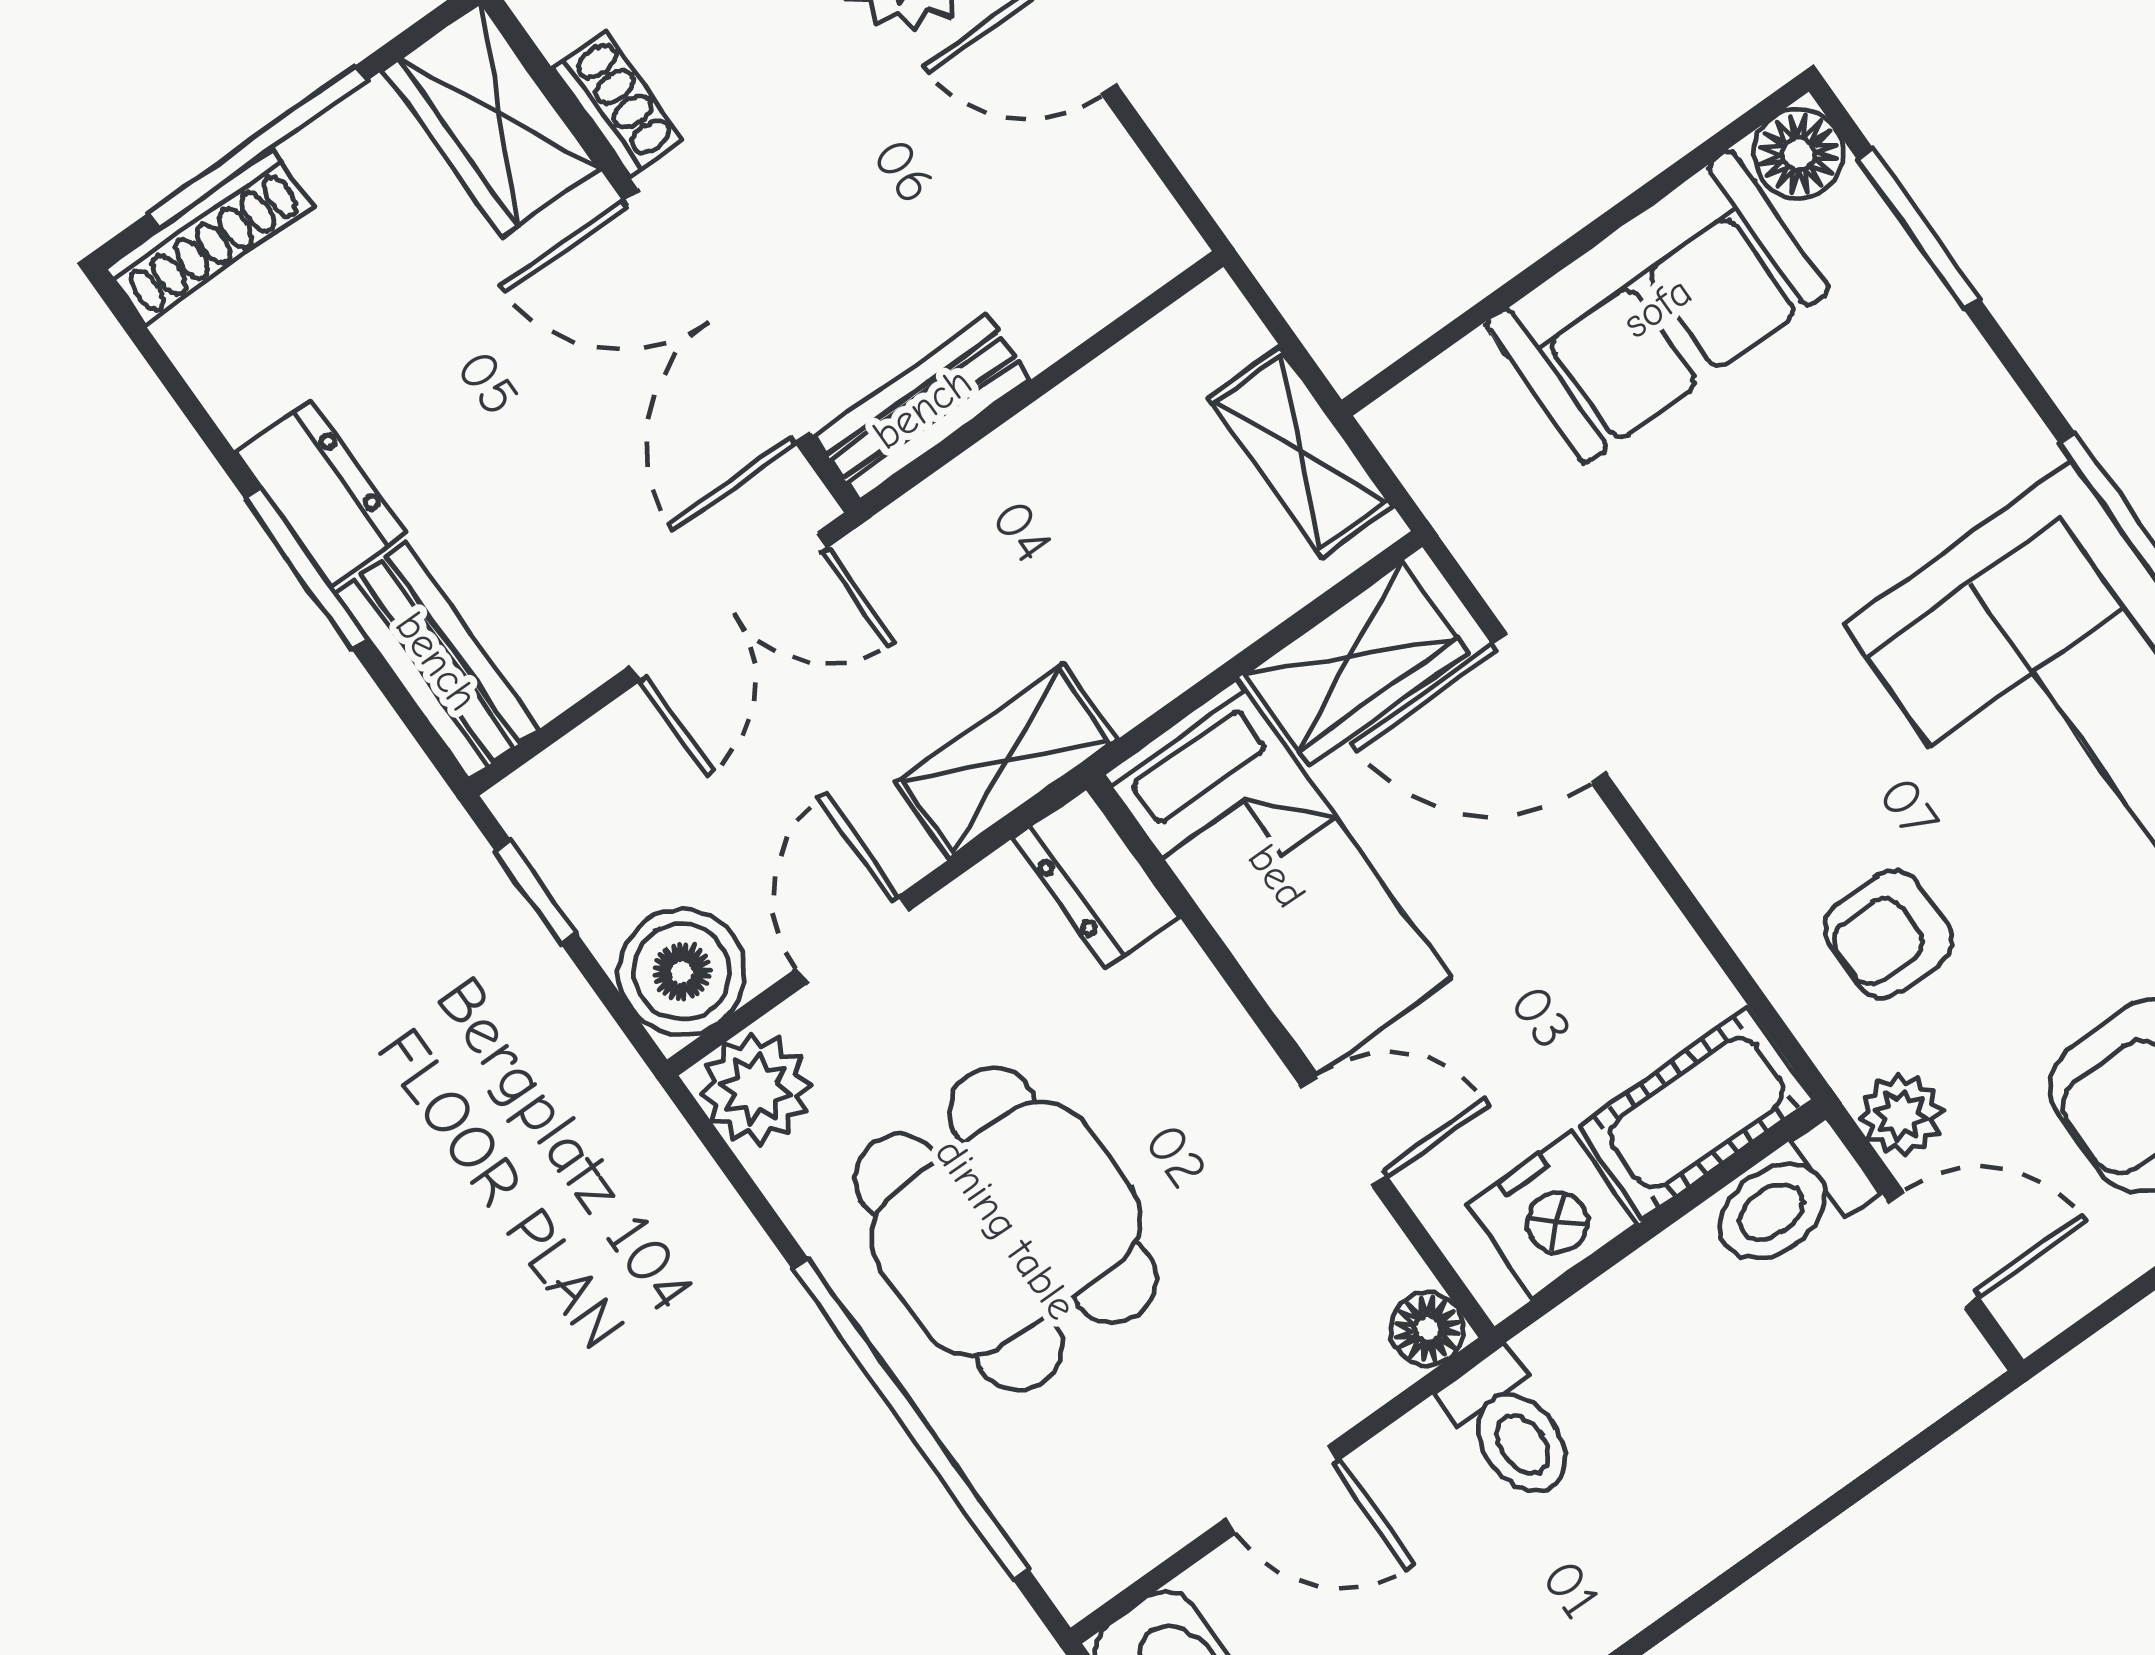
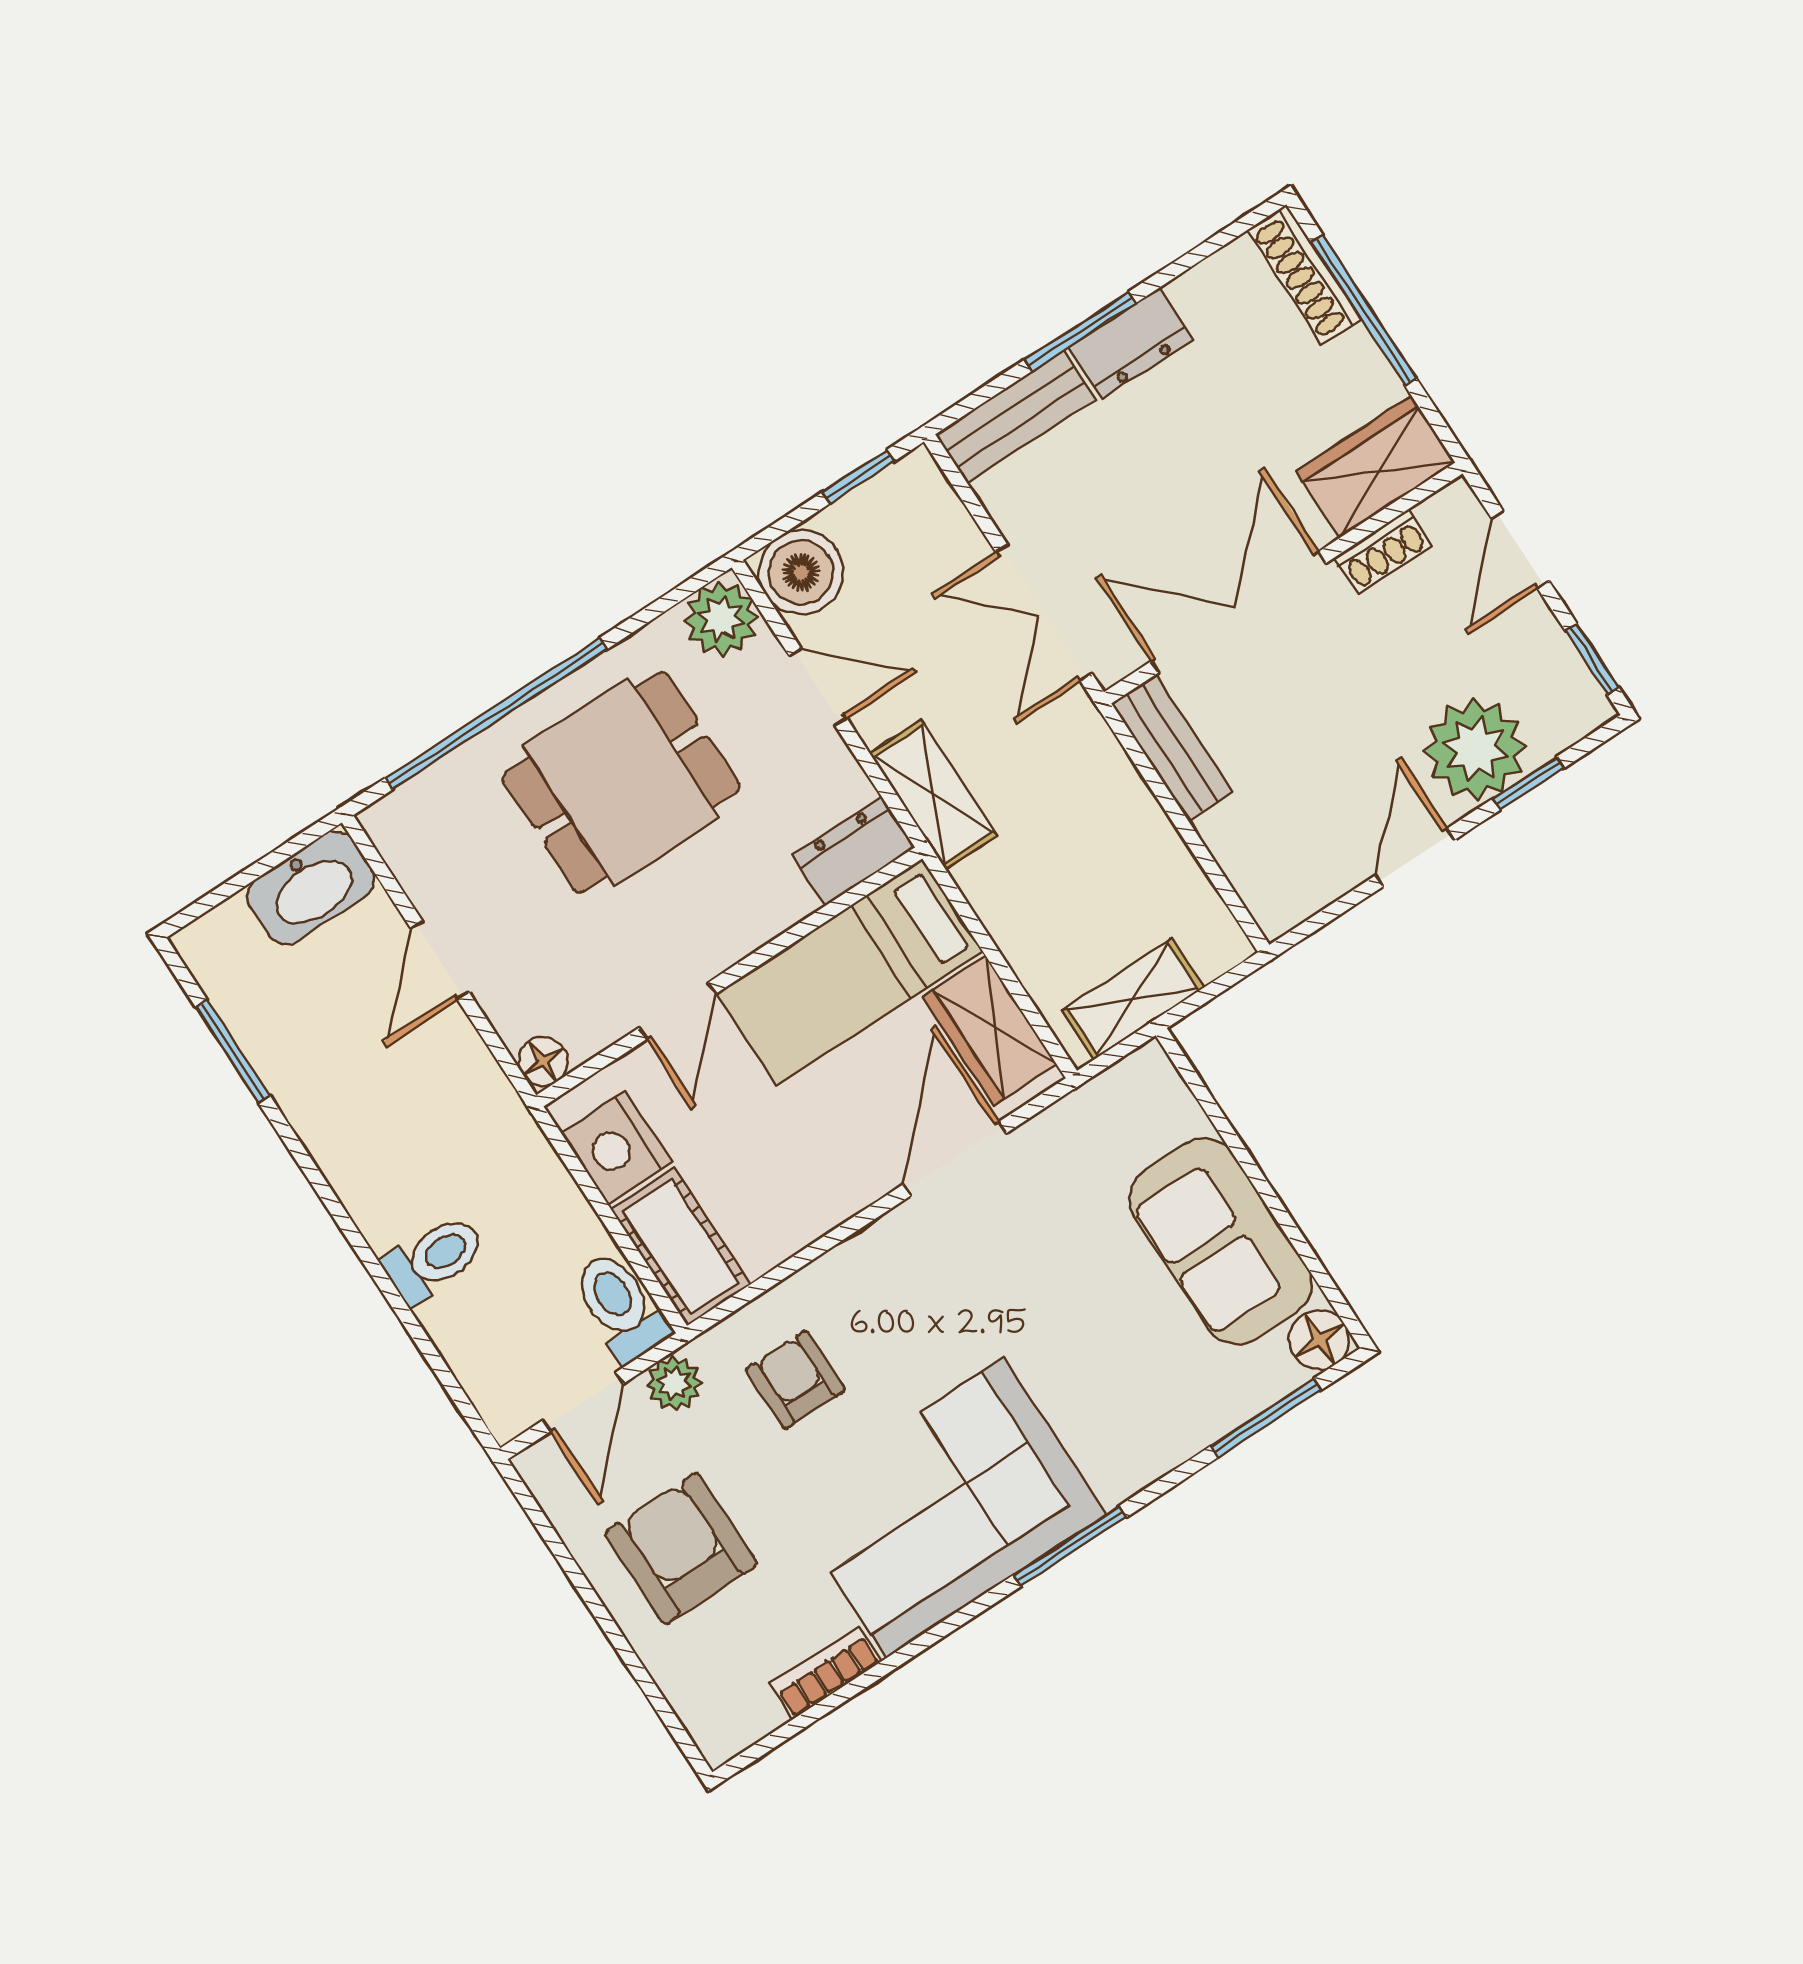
toilet: (1511, 1428) -> (434, 1259), moved, turned 180

